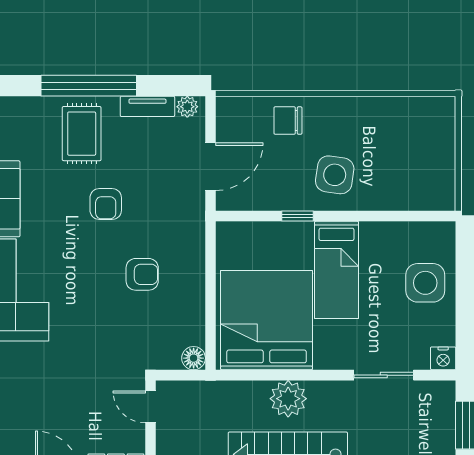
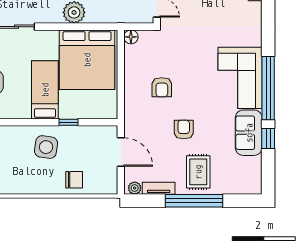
door: (211, 167) -> (121, 152), swing flipped
armchair: (142, 274) -> (162, 87), turned -90

